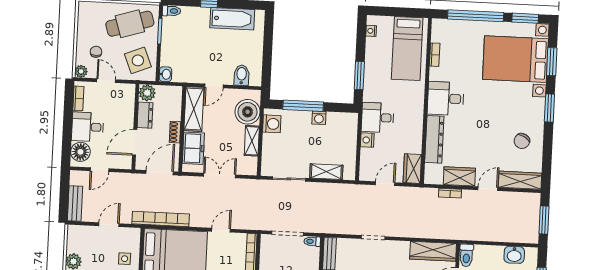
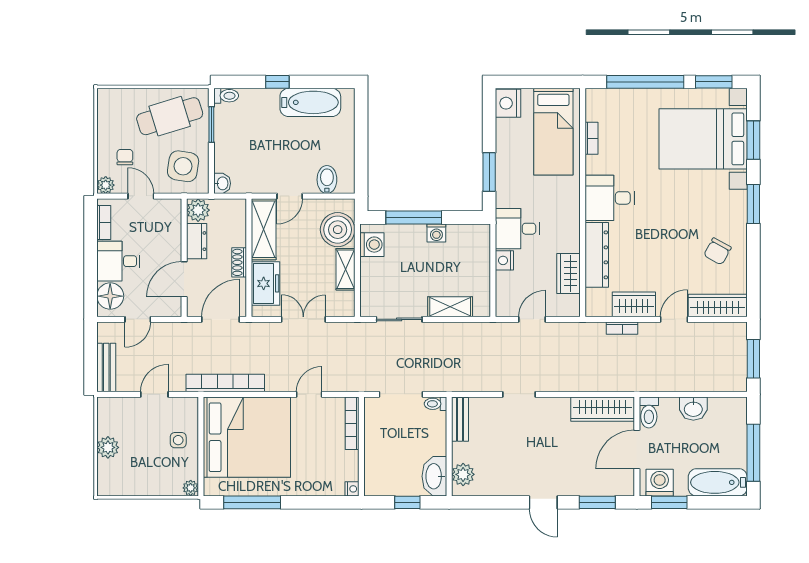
nightstand: (371, 31) -> (508, 103), width x1.89, depth x1.79
side table: (138, 60) -> (183, 166), turned 31
wardrobe: (412, 169) -> (568, 273), moved
washbasin: (514, 255) -> (693, 409), moved

